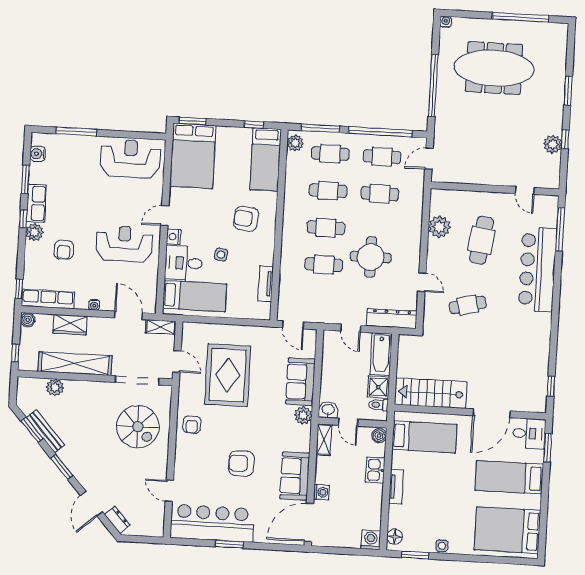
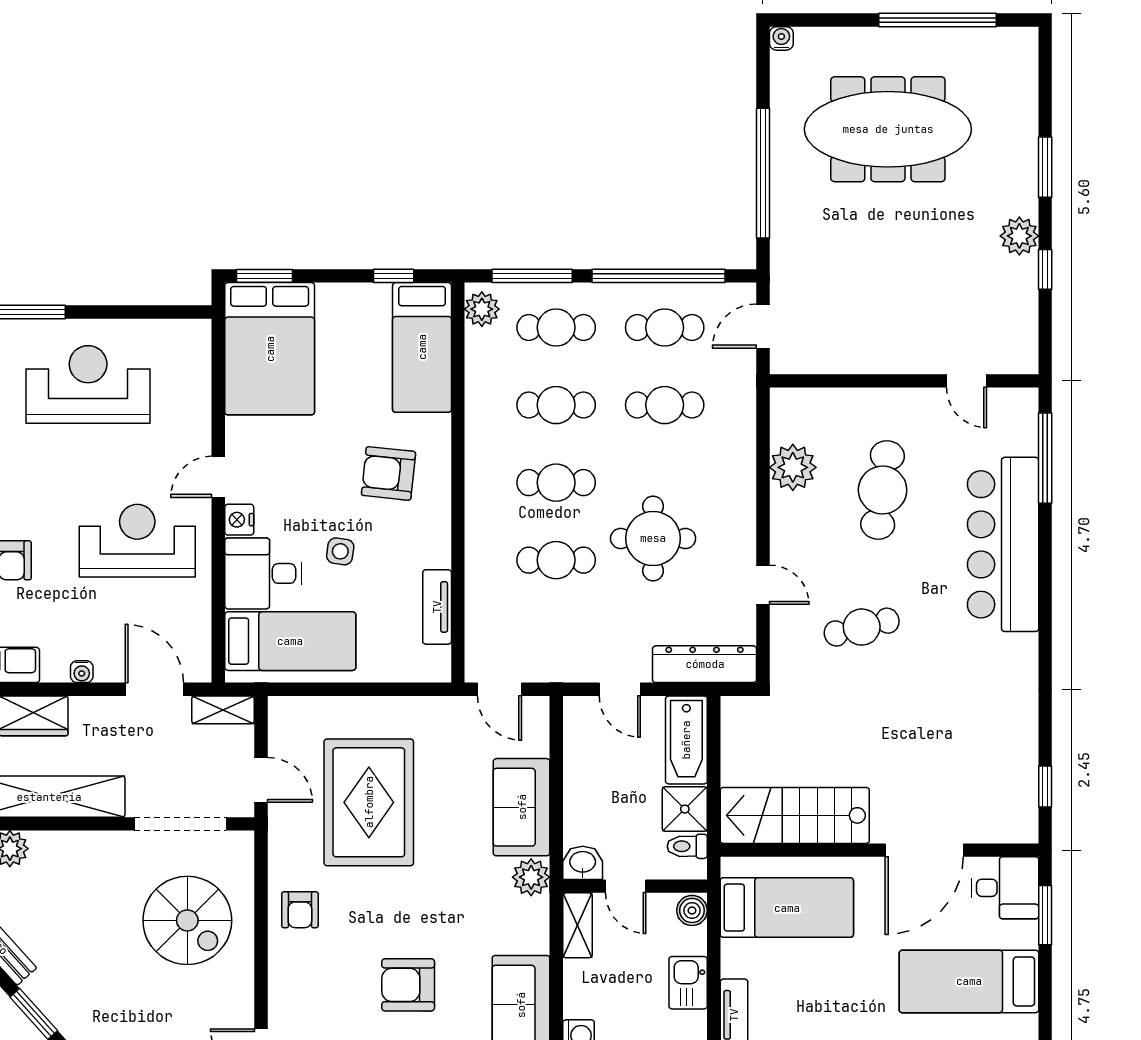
plant: (553, 144) -> (1019, 236), moved
reception desk: (130, 159) -> (88, 384), moved

